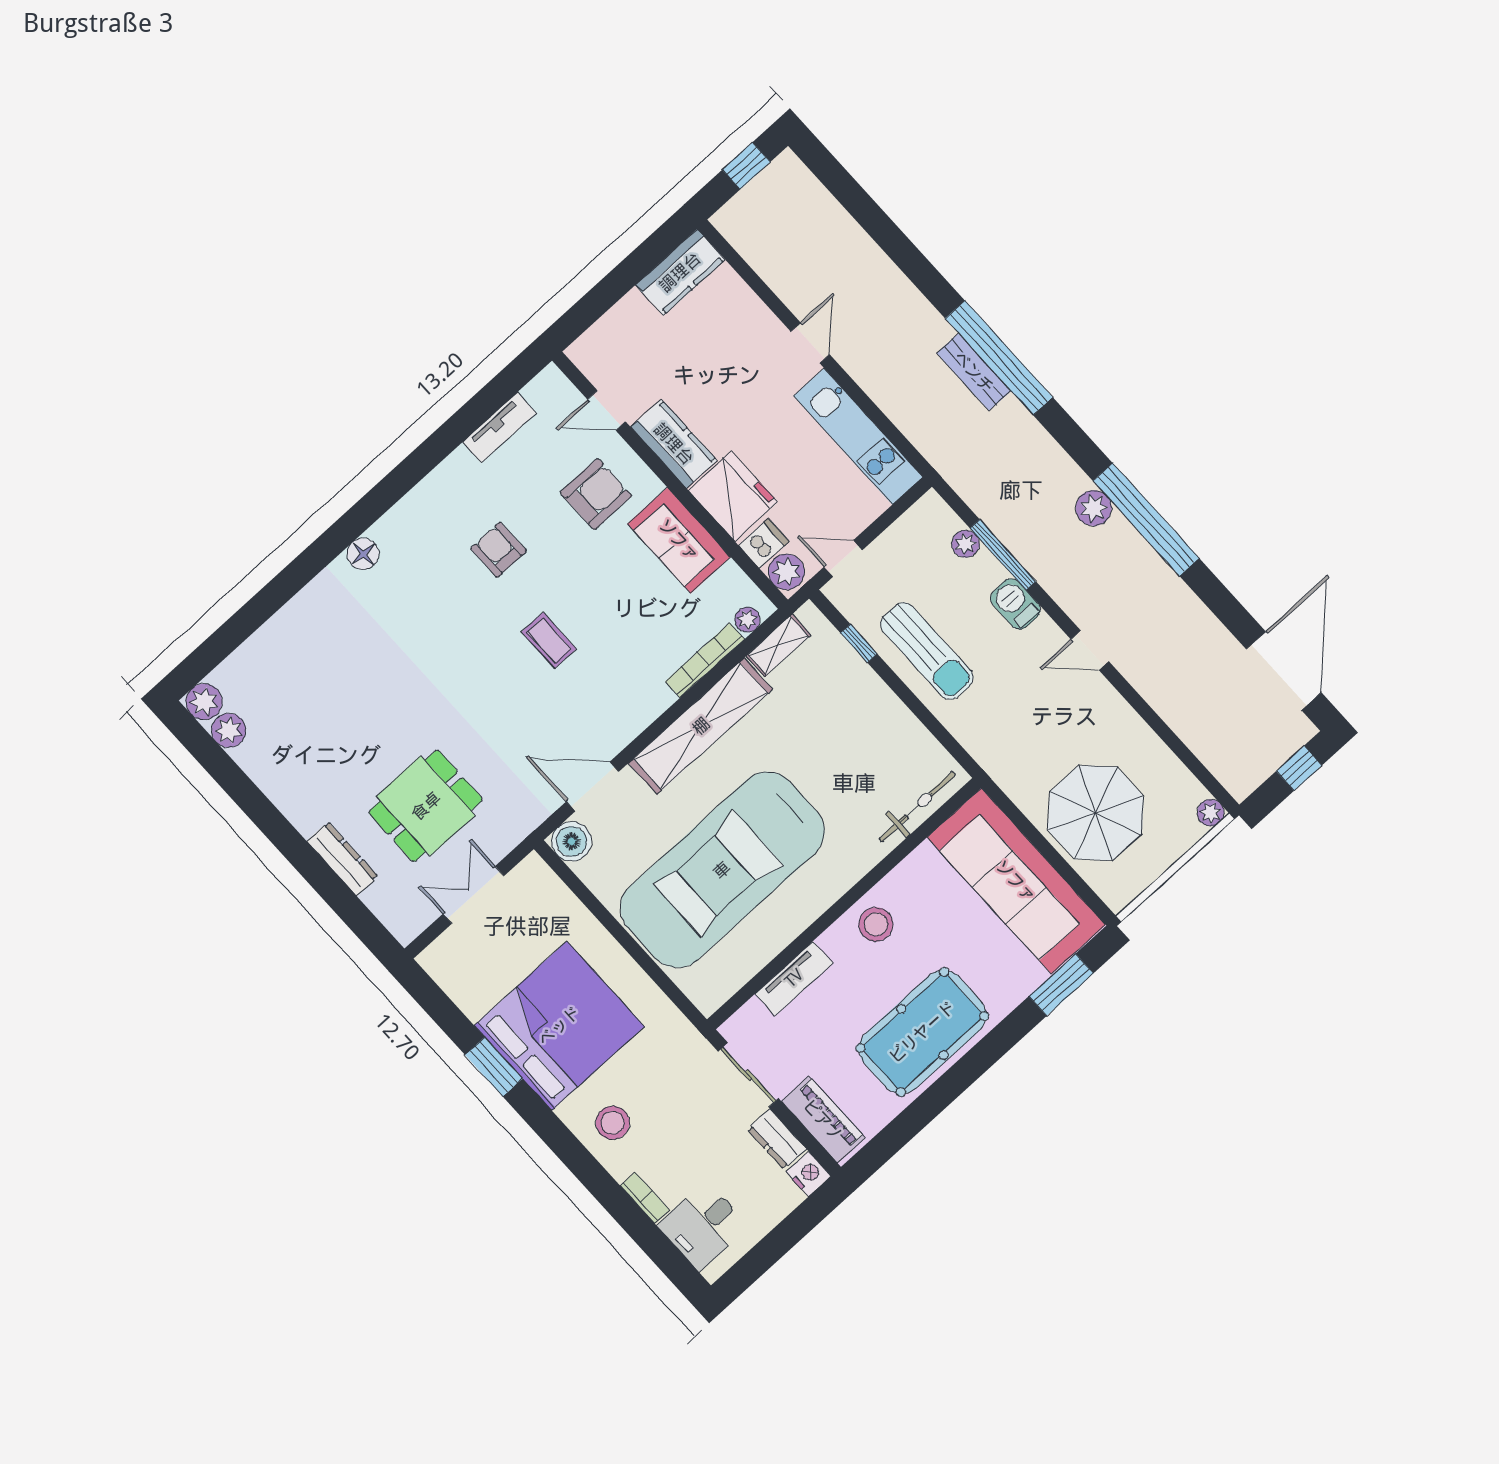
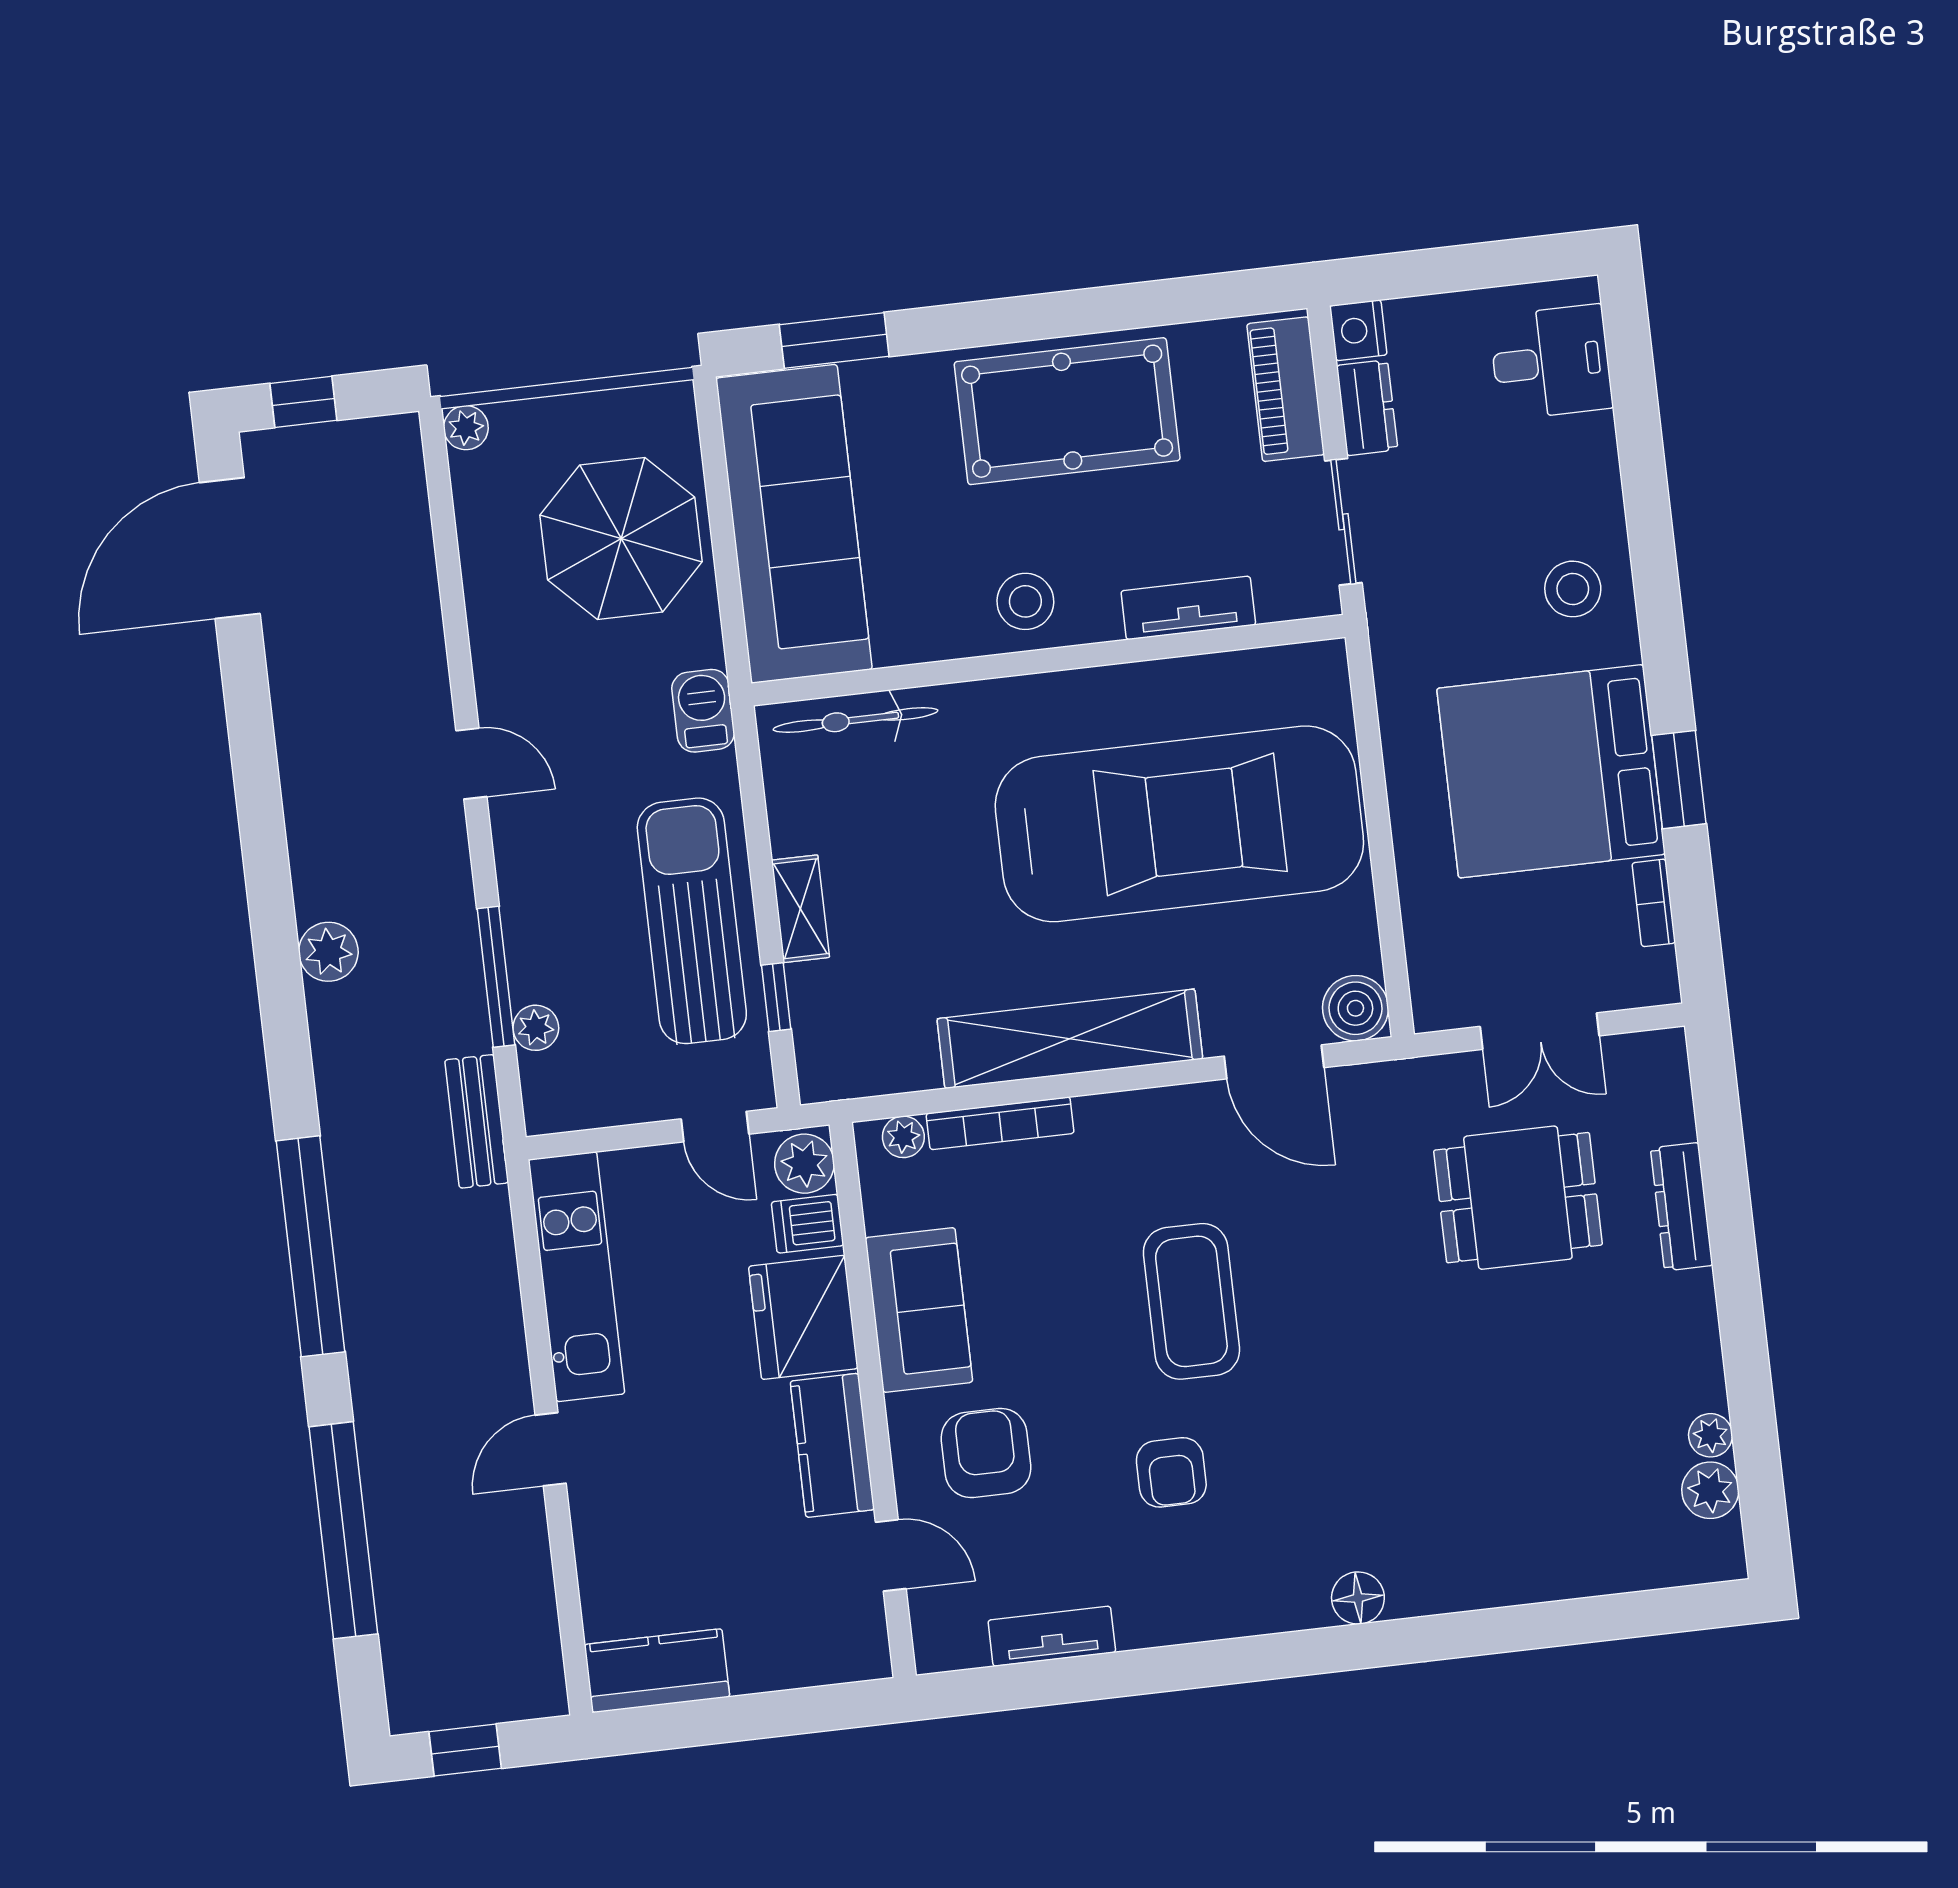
bench: (974, 372) -> (477, 1121), moved
armchair: (596, 494) -> (986, 1453), turned 90
window: (1146, 520) -> (343, 1530), moved
barbecue: (1015, 604) -> (703, 711), moved, turned 180
coffee table: (549, 640) -> (1191, 1301), width x1.86, depth x1.72
shelving: (778, 645) -> (800, 909), moved, turned 90
sun lounger: (927, 651) -> (692, 921), width x1.36, depth x1.34
plant: (204, 702) -> (1711, 1435), moved, width x0.73, depth x0.73
bookcase: (645, 1198) -> (1654, 903), moved

